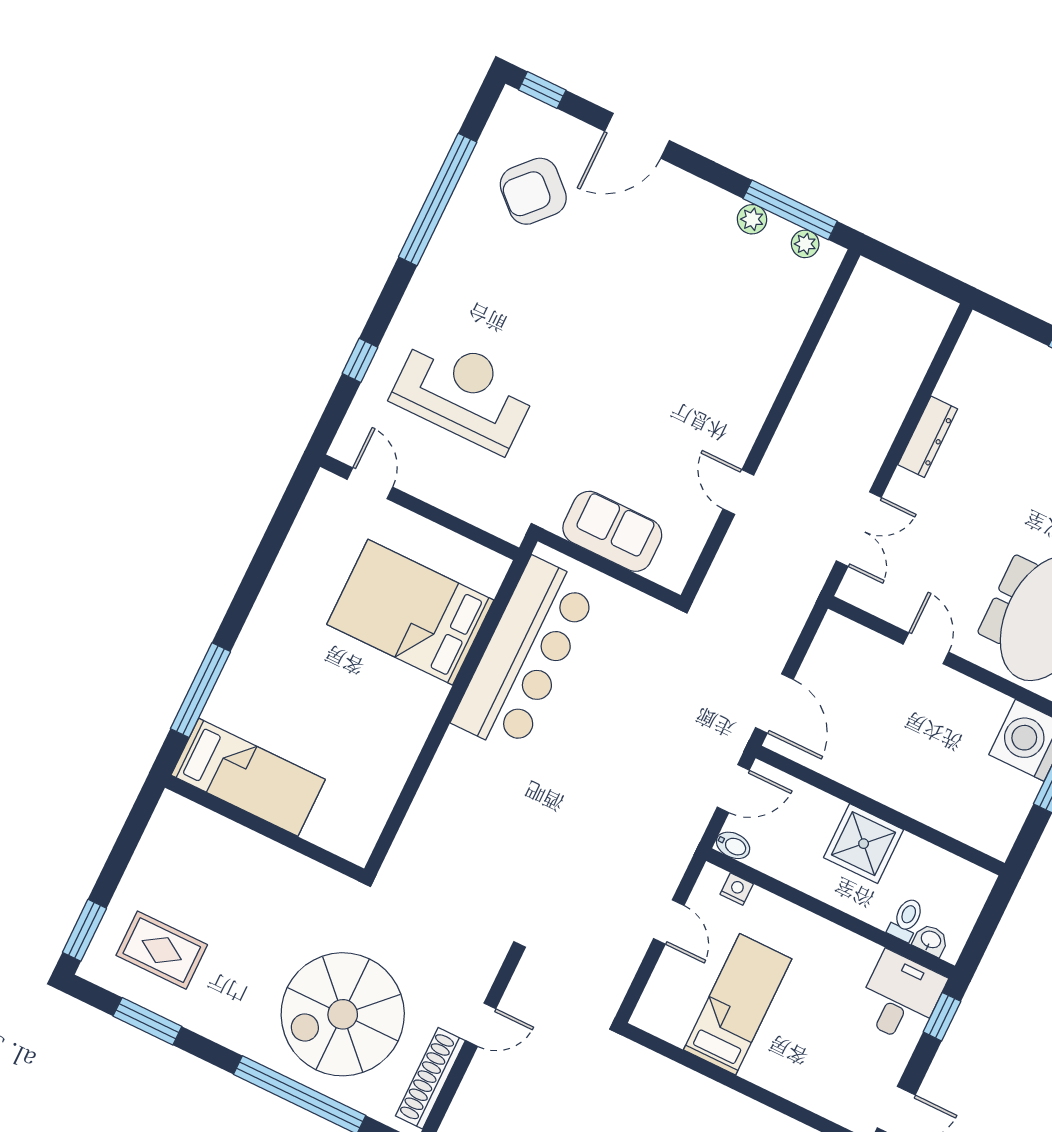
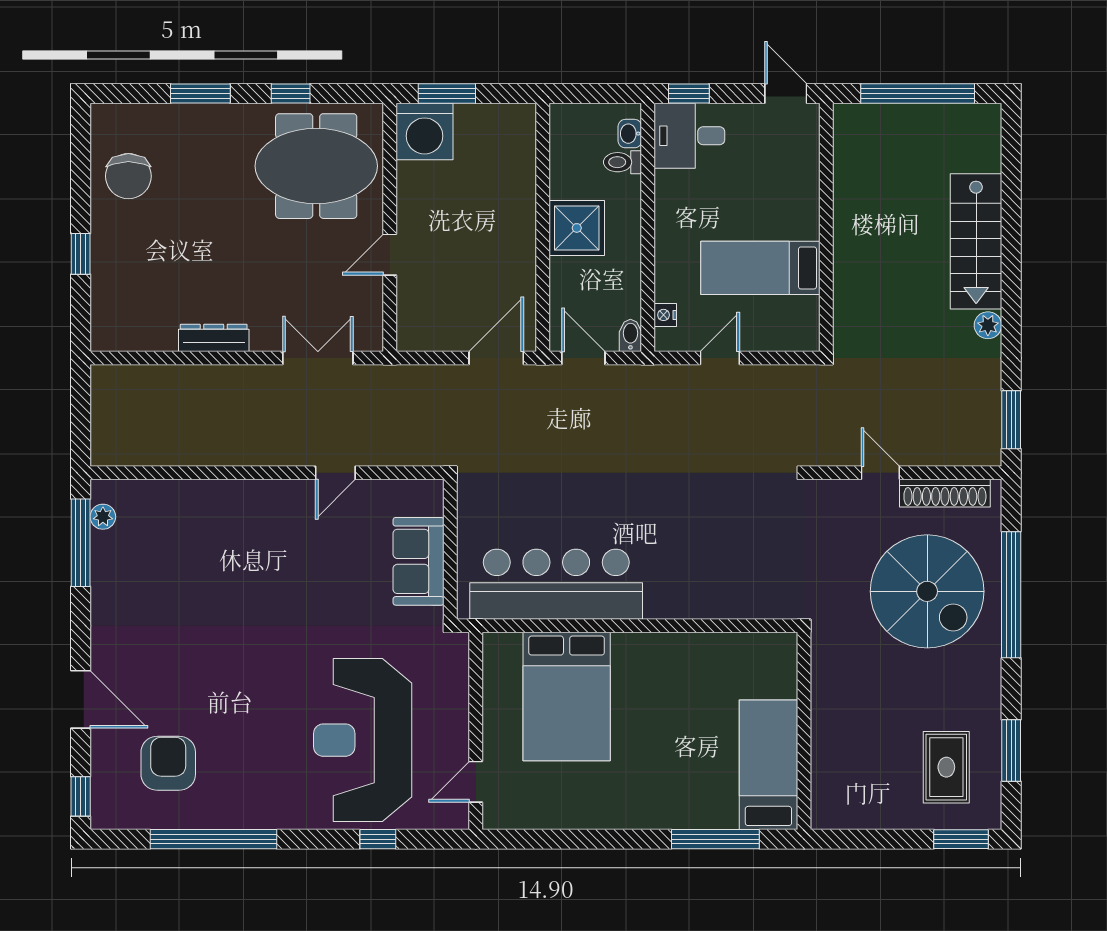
armchair: (533, 191) -> (168, 763), turned -133
plant: (752, 219) -> (104, 571), removed
reception desk: (464, 392) -> (363, 740), width x1.36, depth x1.30

